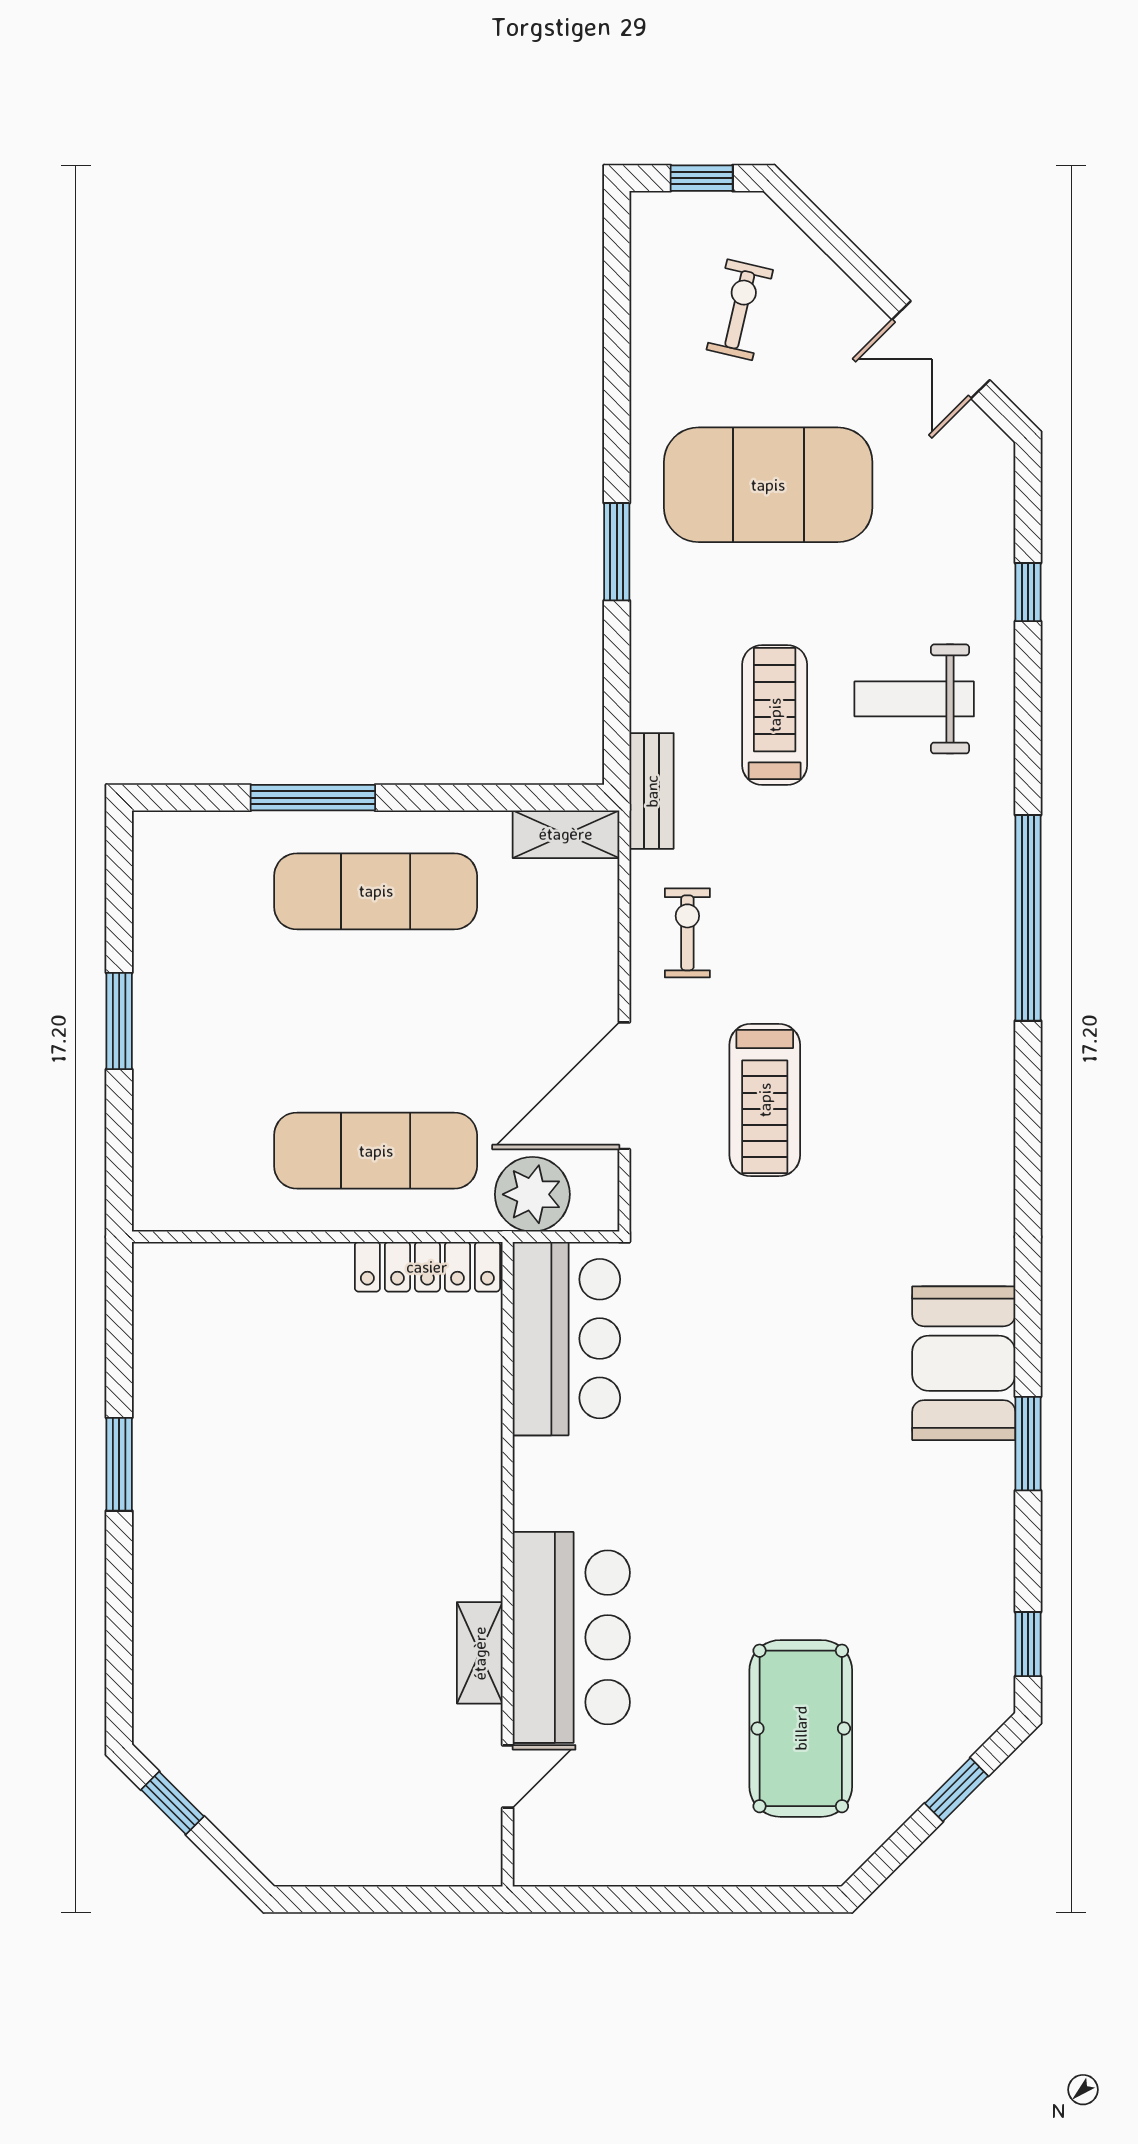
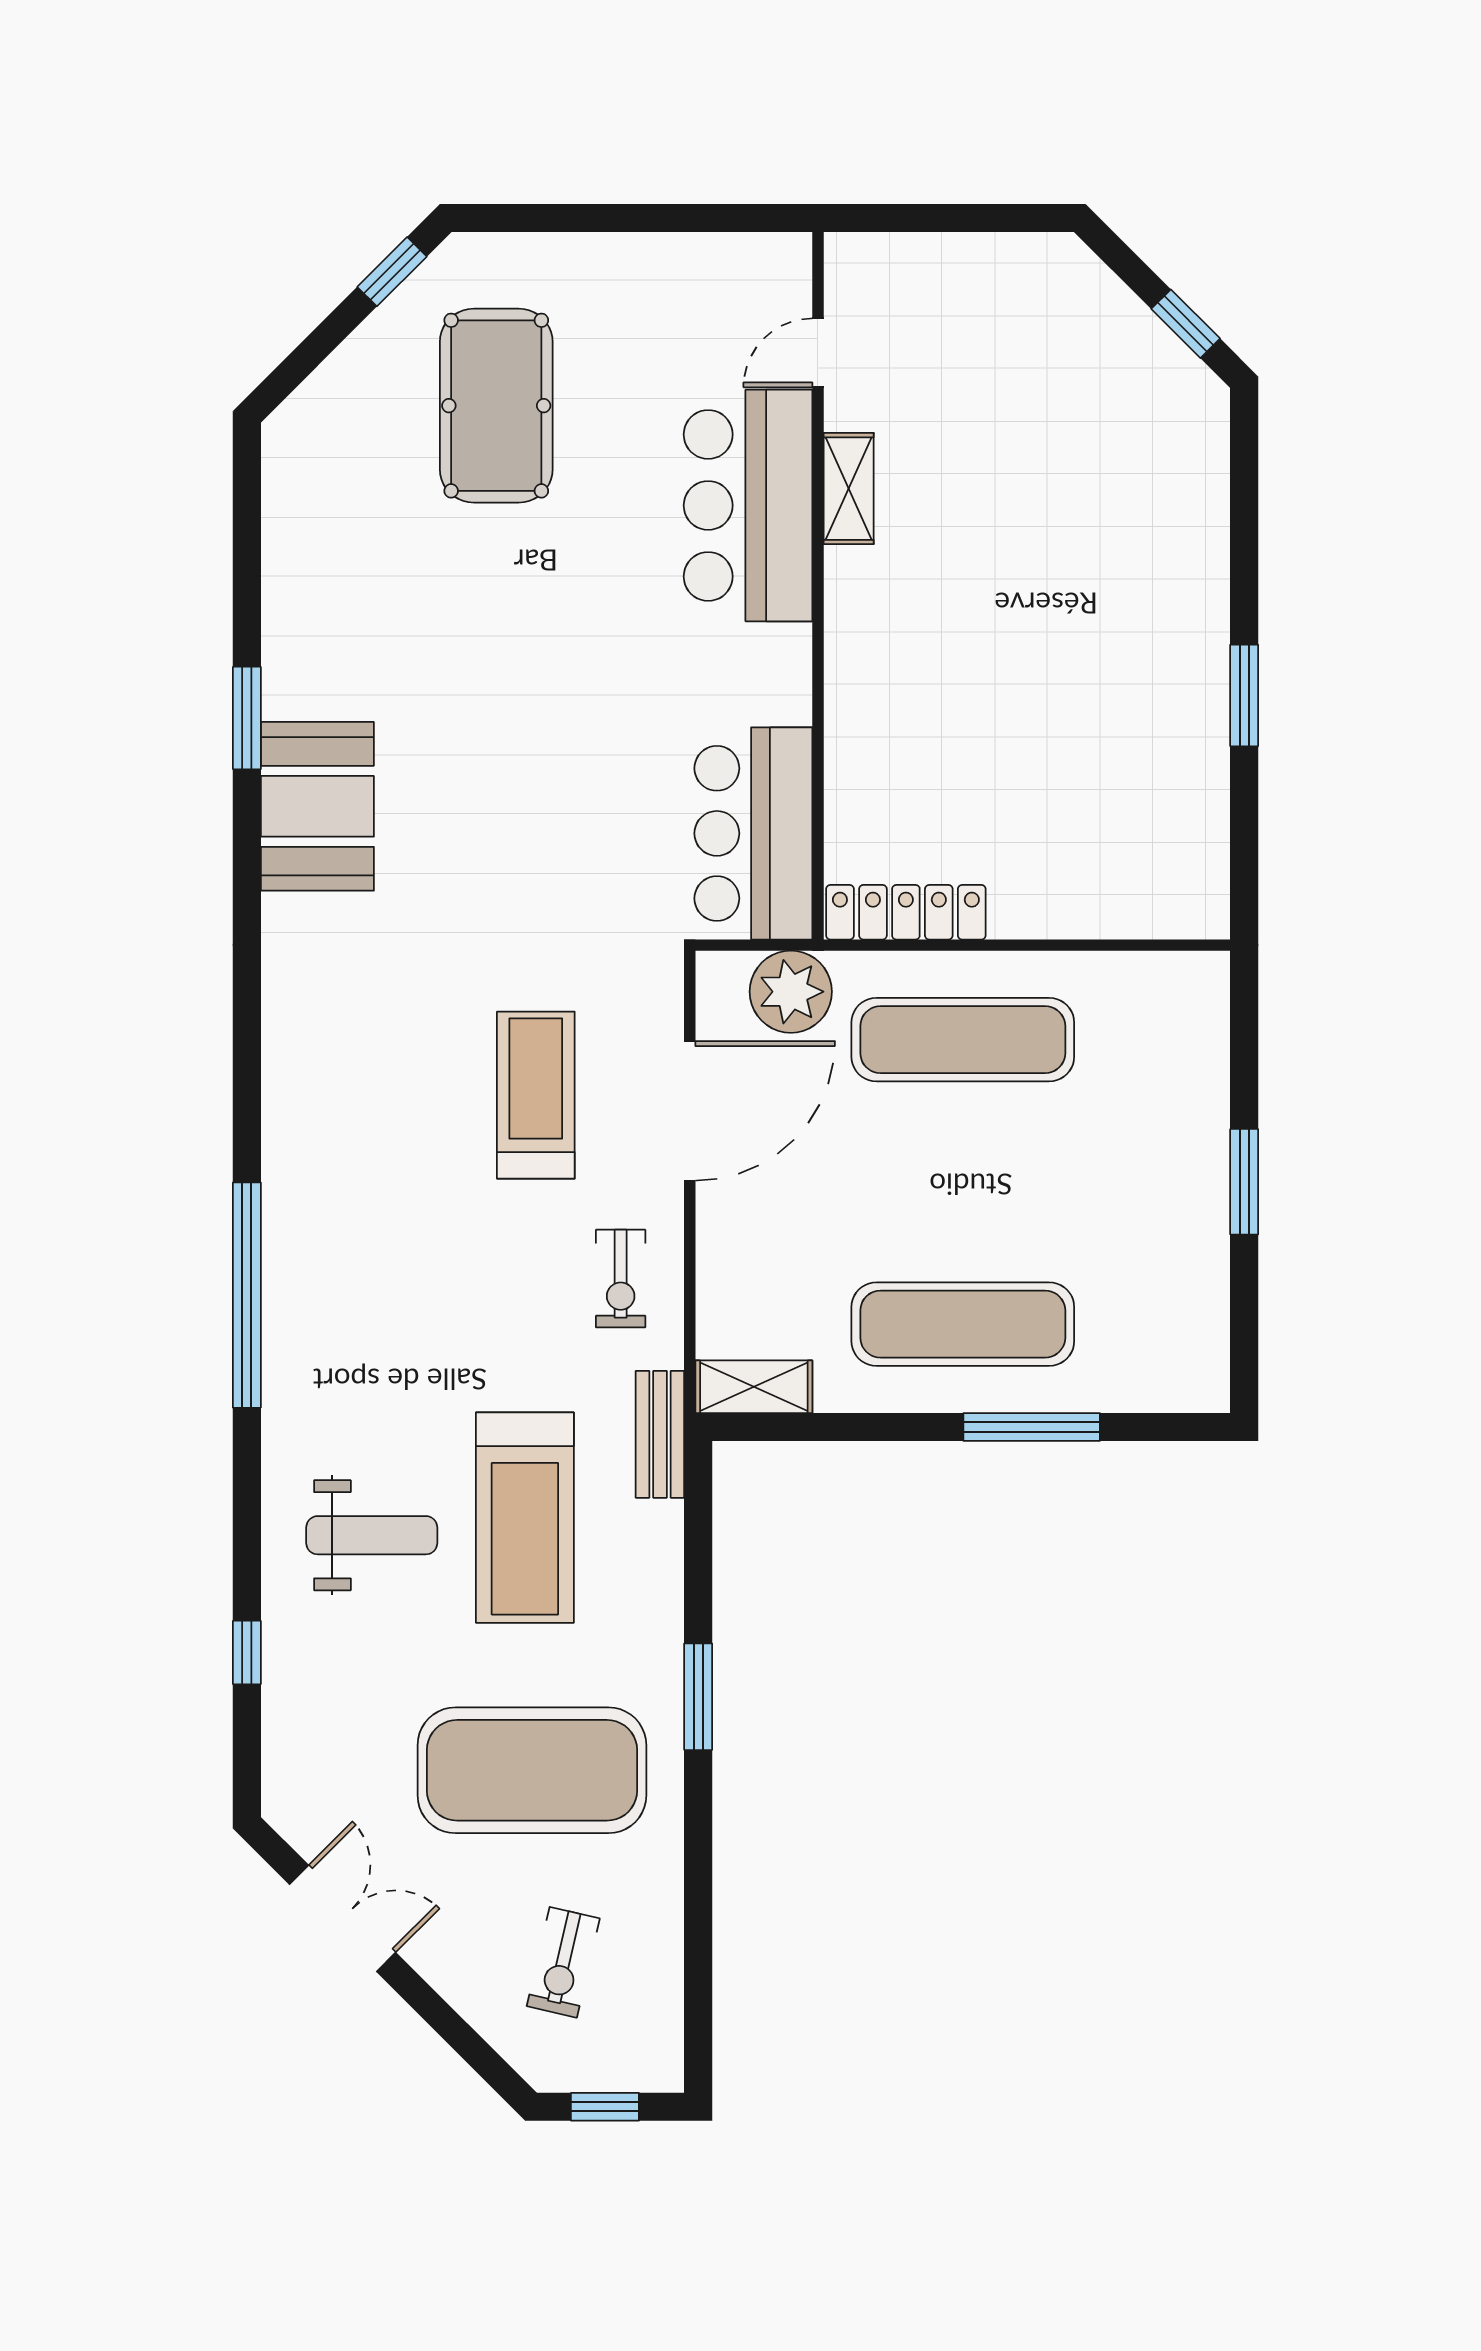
treadmill: (775, 715) -> (525, 1518), width x1.37, depth x1.38
window: (1028, 1644) -> (247, 498), removed
window: (957, 1790) -> (392, 272), moved

